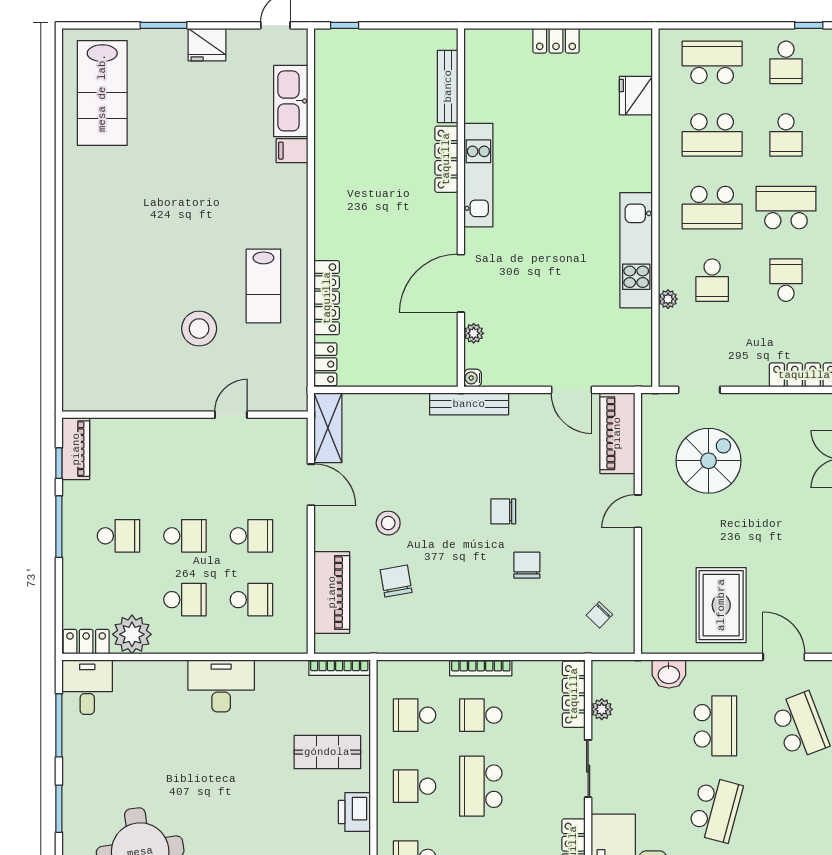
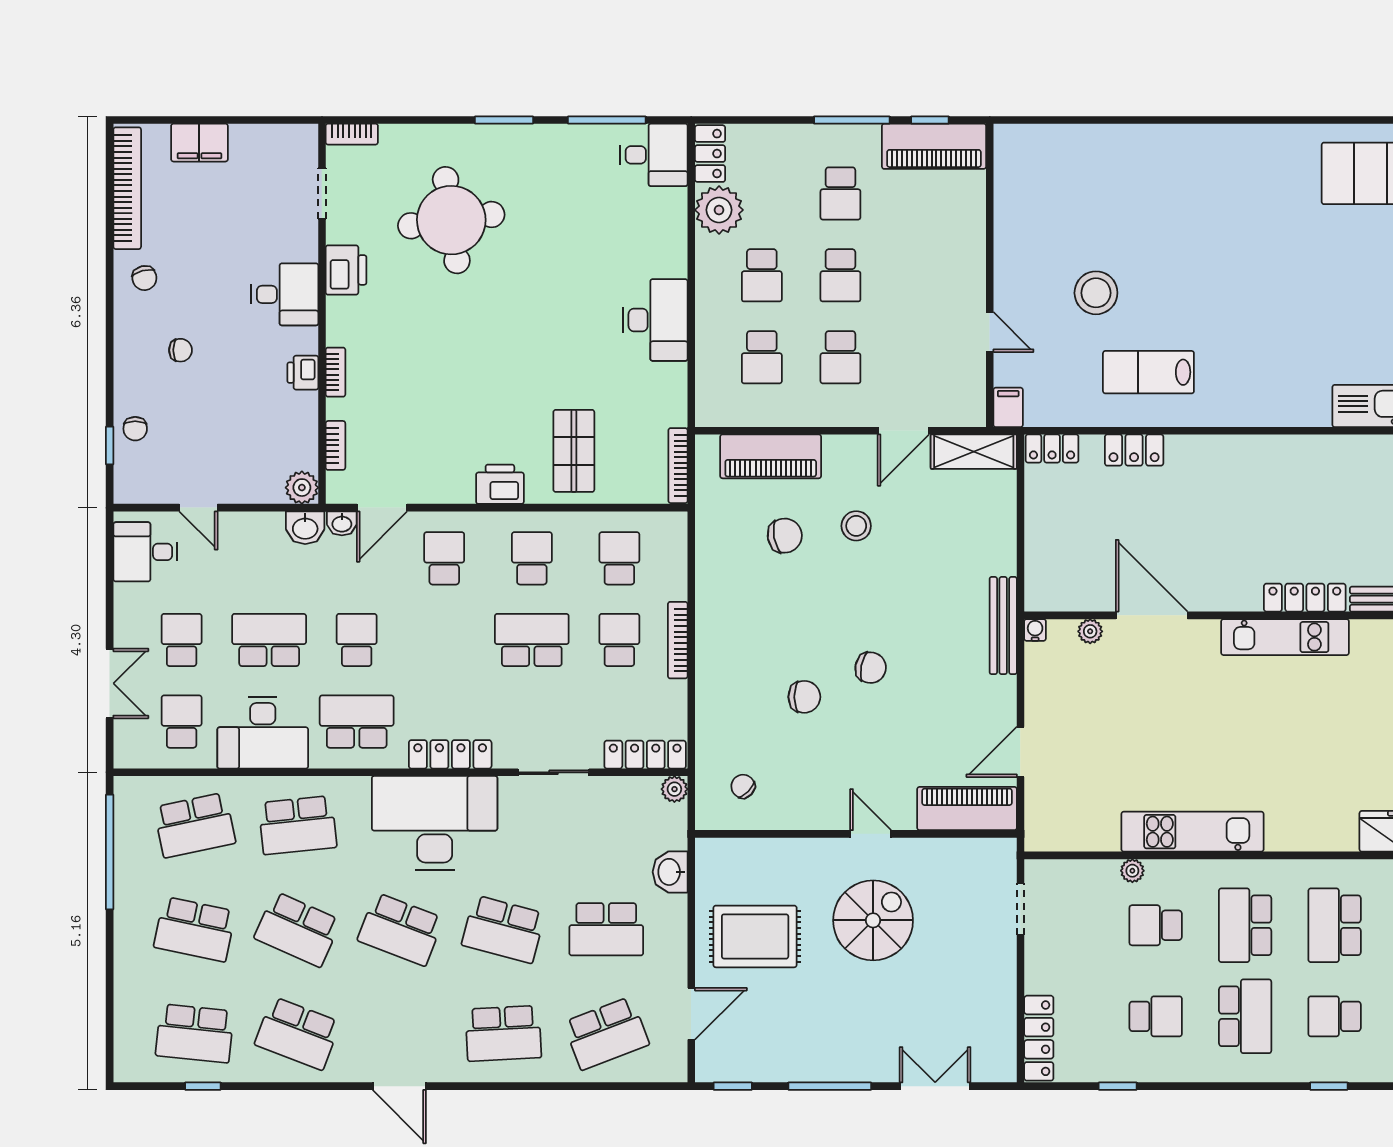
filing cabinet: (292, 151) -> (1008, 407), moved
locker: (327, 298) -> (1134, 450), width x0.66
piano: (76, 449) -> (934, 146), width x1.37, depth x1.33
spiral stairs: (708, 461) -> (873, 920), moved, turned -90
chair: (503, 511) -> (871, 668), turned 101
plant: (602, 709) -> (674, 789), moved
school desk: (800, 809) -> (503, 1033), added

